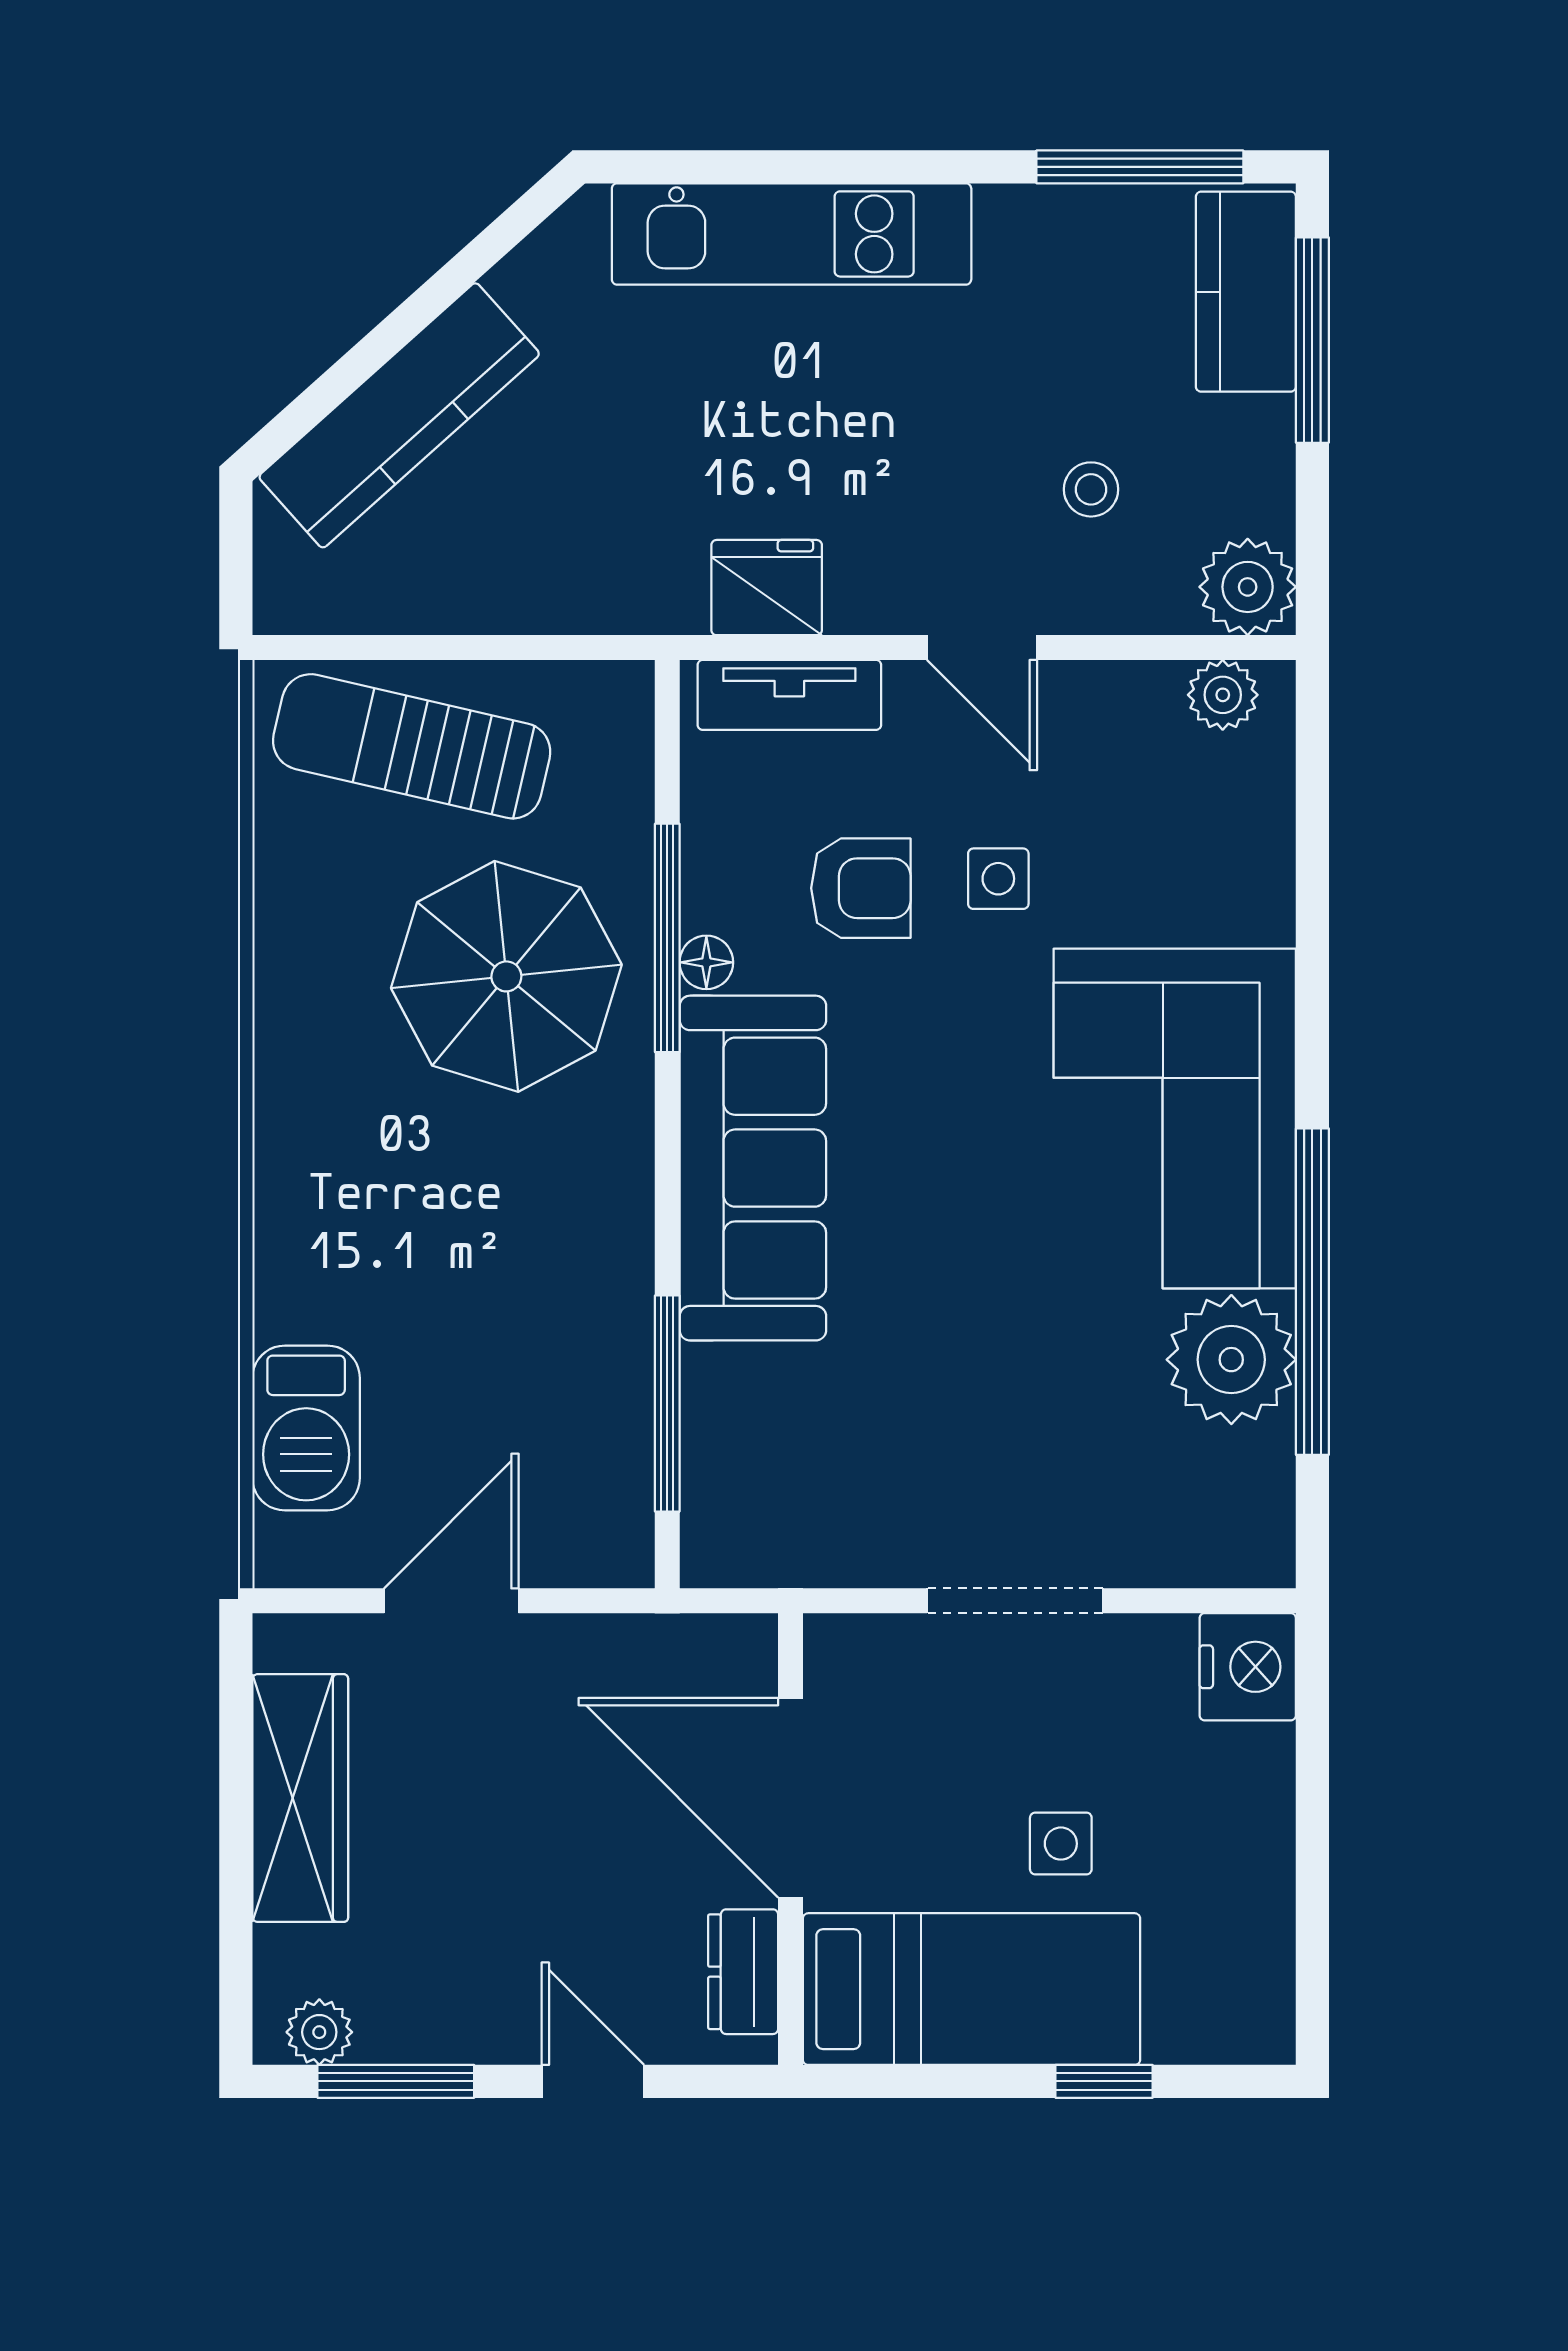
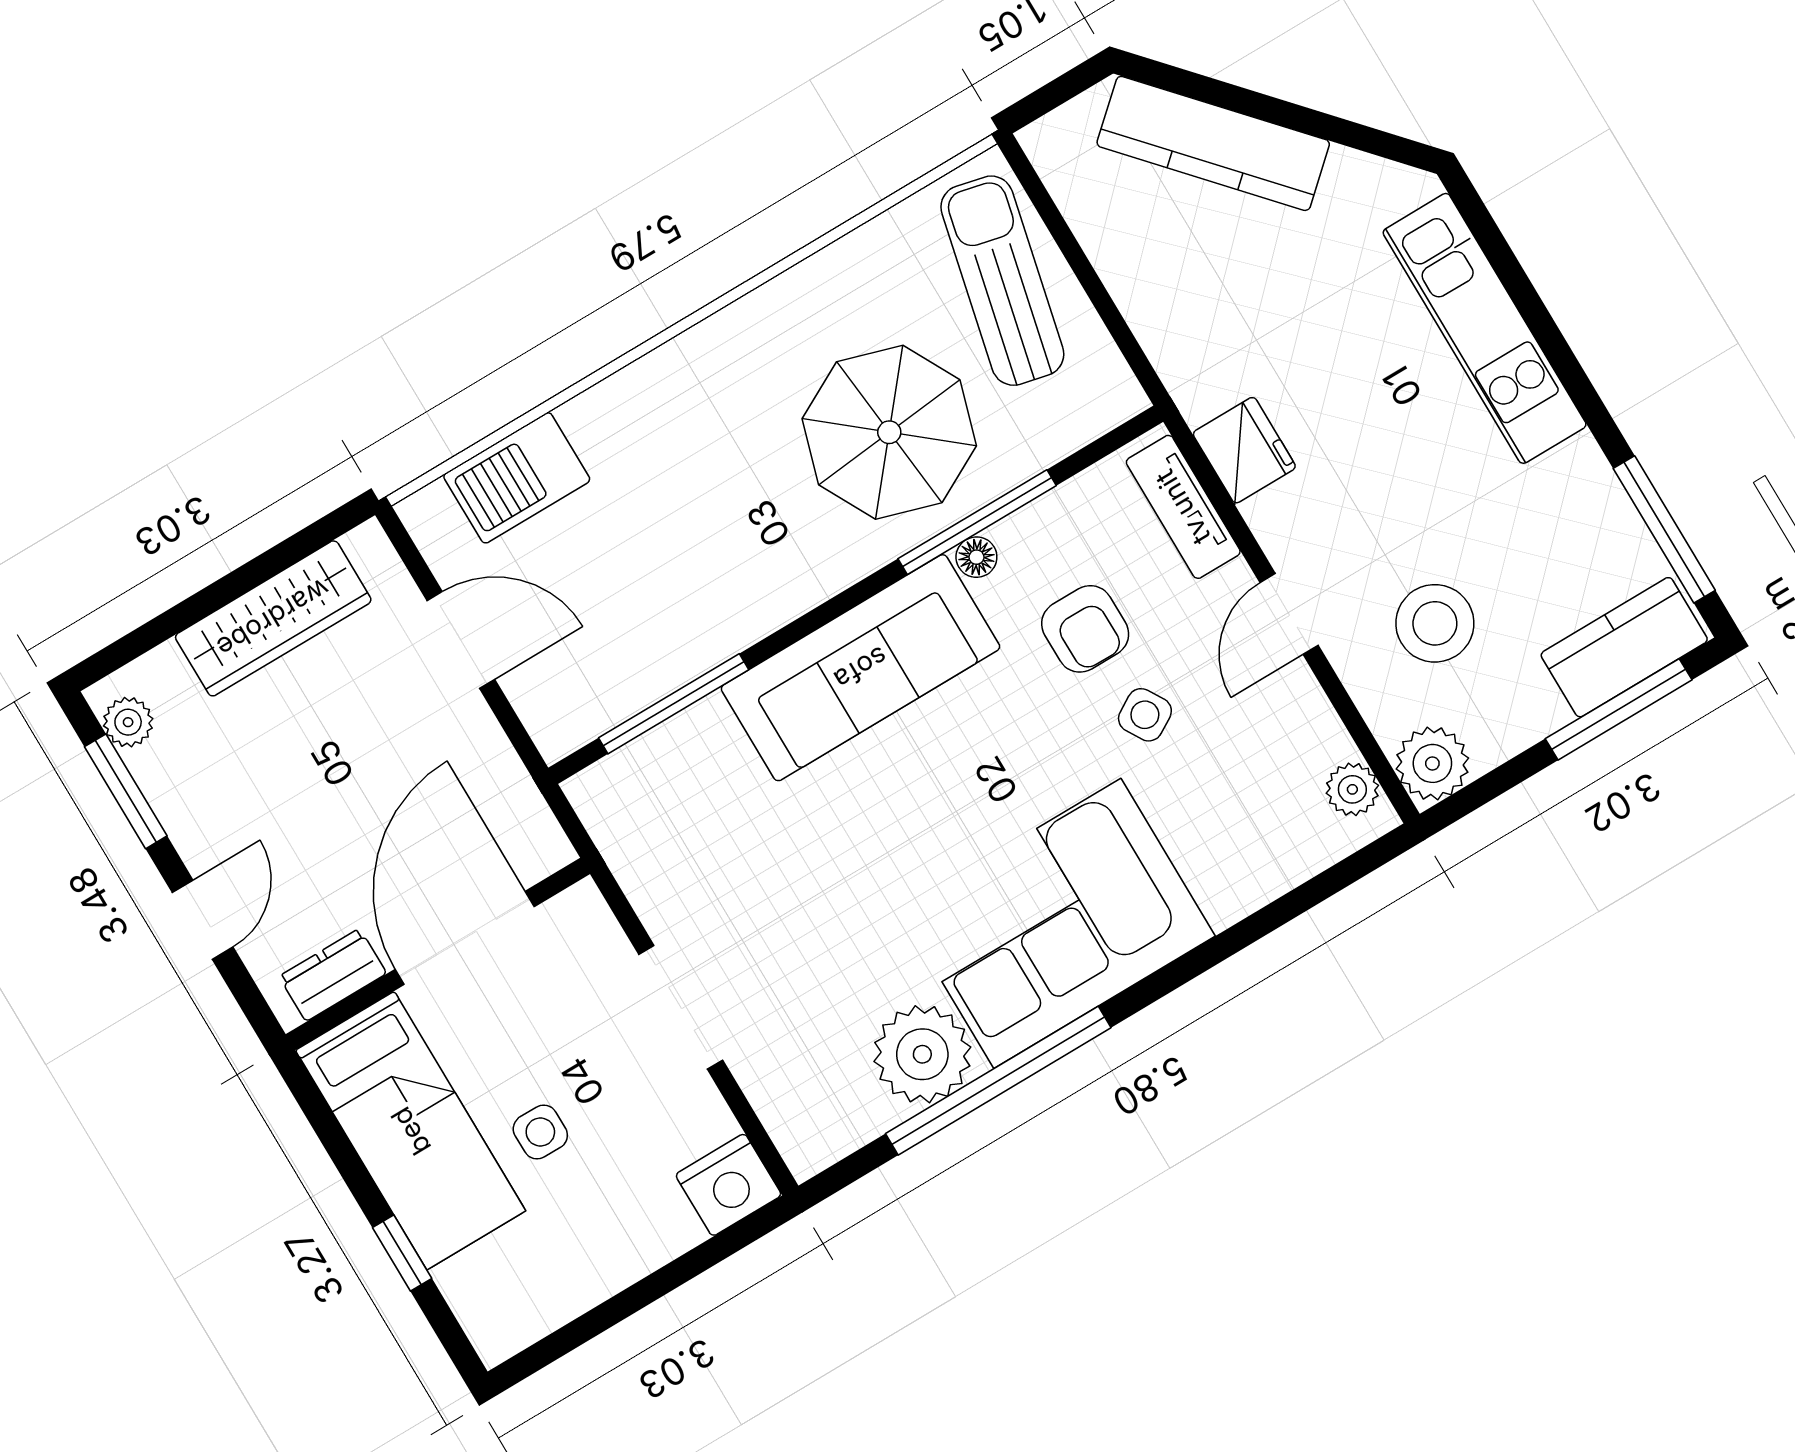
stool: (1091, 489) -> (1435, 623), width x1.89, depth x1.89
side table: (998, 879) -> (1145, 715), turned -31

